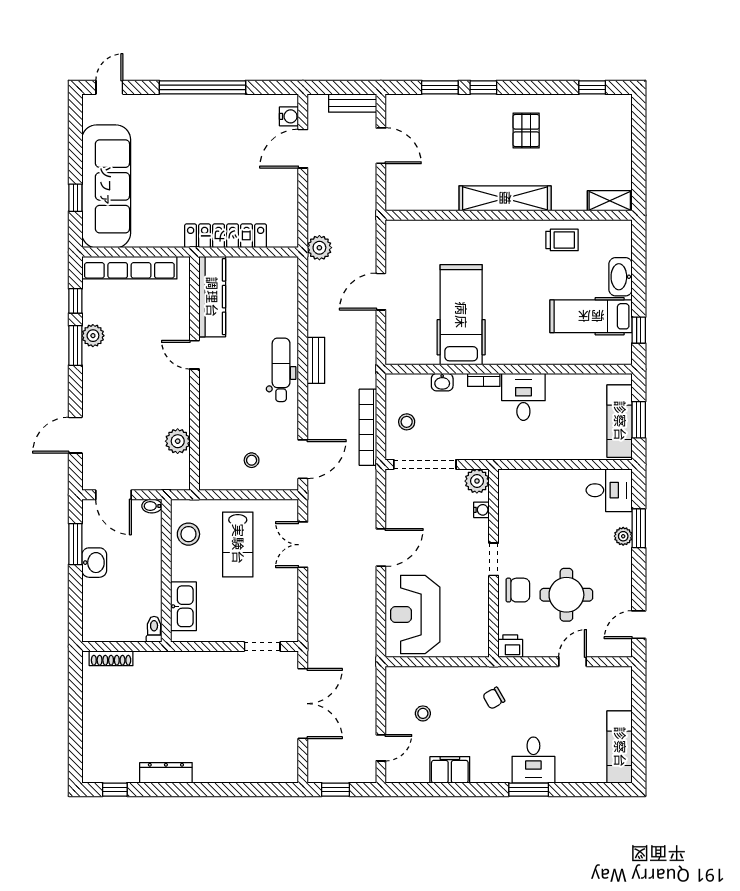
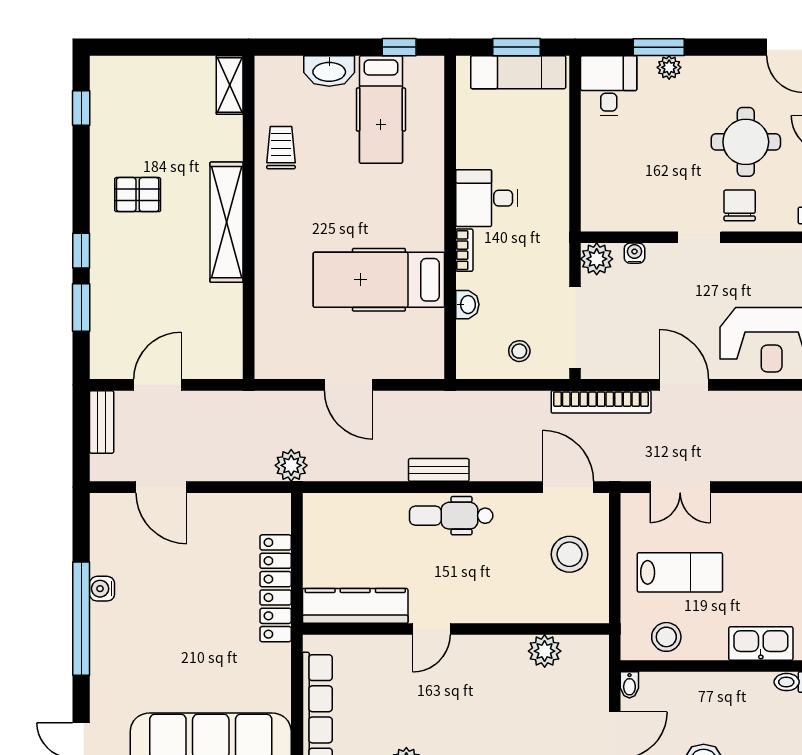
water cooler: (289, 116) -> (102, 589), moved, turned -90
bookcase: (368, 427) -> (601, 402), moved
stool: (252, 460) -> (570, 554), width x1.89, depth x1.89

